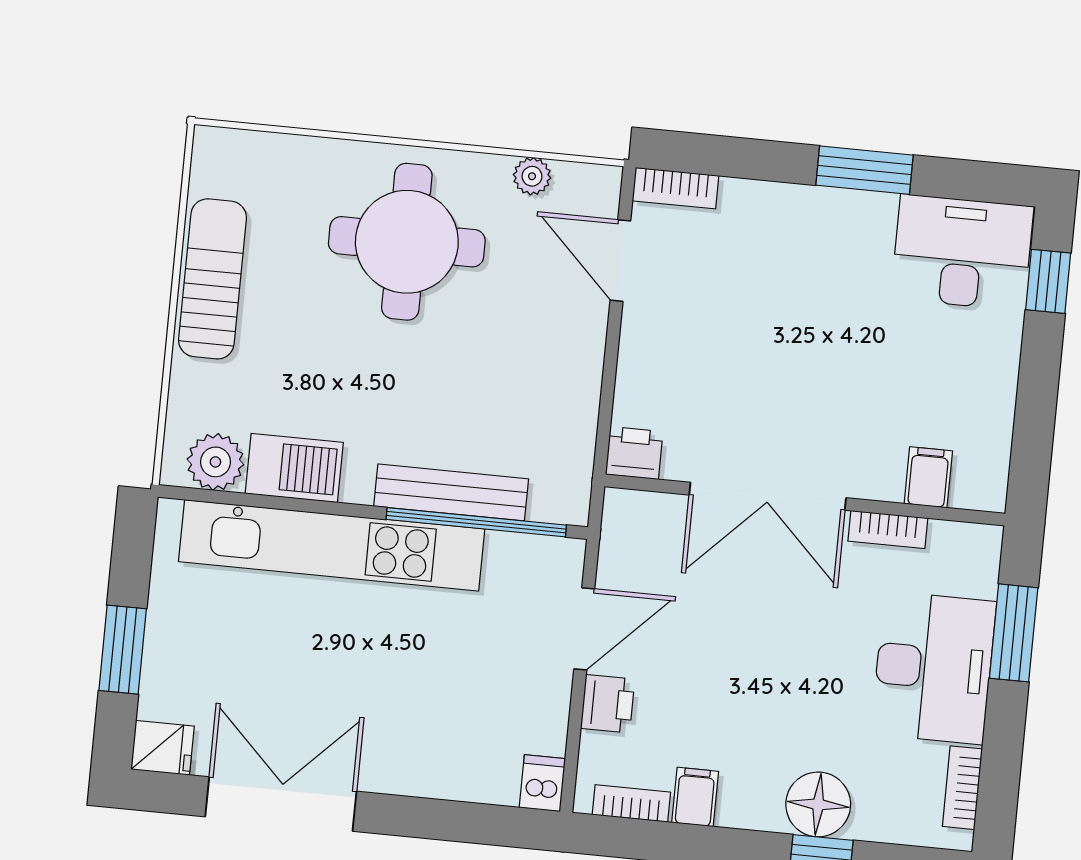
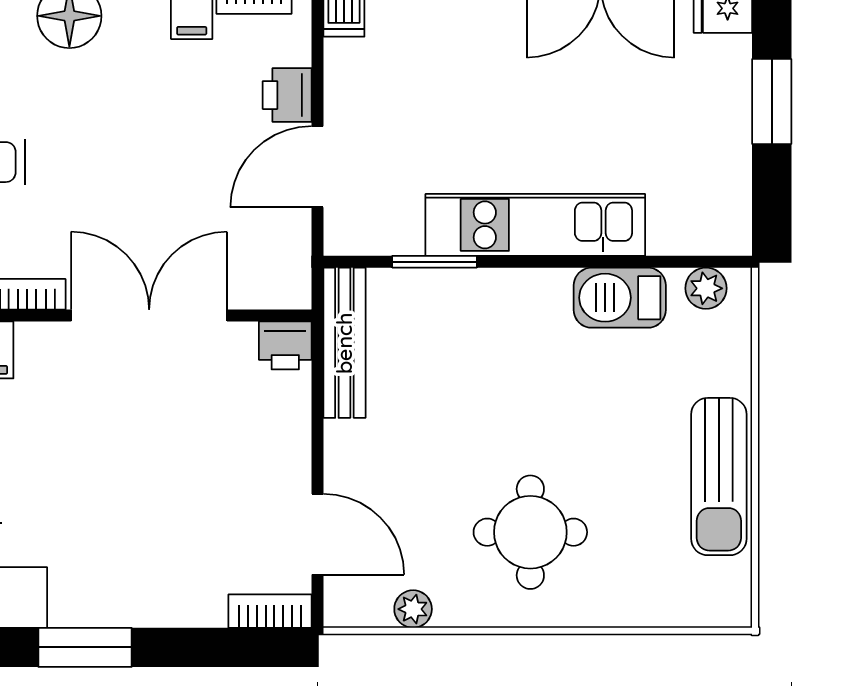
round table: (407, 242) -> (530, 532), width x0.73, depth x0.73
plant: (215, 462) -> (706, 288), width x0.73, depth x0.73
bench: (451, 492) -> (344, 343), moved, turned 90
window: (476, 522) -> (435, 262), width x0.47
kitchen unit: (332, 545) -> (535, 225), width x0.73

